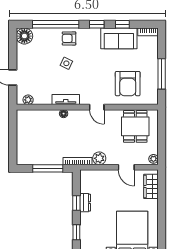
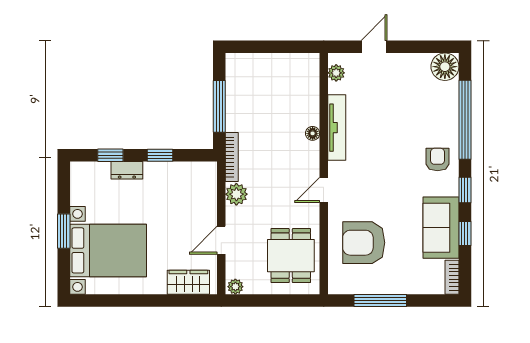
armchair: (69, 38) -> (437, 159), moved
side table: (66, 63) -> (398, 138), removed
tv unit: (66, 100) -> (337, 128), width x1.41
dining table: (135, 126) -> (291, 256), turned 90
dresser: (85, 203) -> (127, 170), moved

